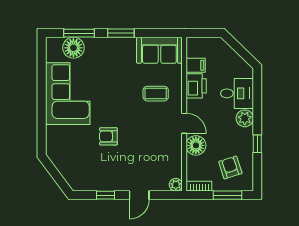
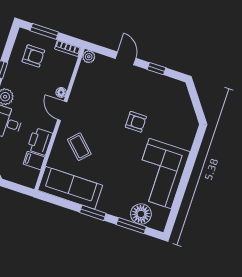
sofa: (159, 50) -> (70, 188), width x1.36
coffee table: (156, 94) -> (79, 147), turned 44
floor lamp: (196, 145) -> (61, 92), width x0.53, depth x0.53
armchair: (230, 167) -> (33, 56), turned -72
door: (139, 195) -> (126, 58), hinge flipped

